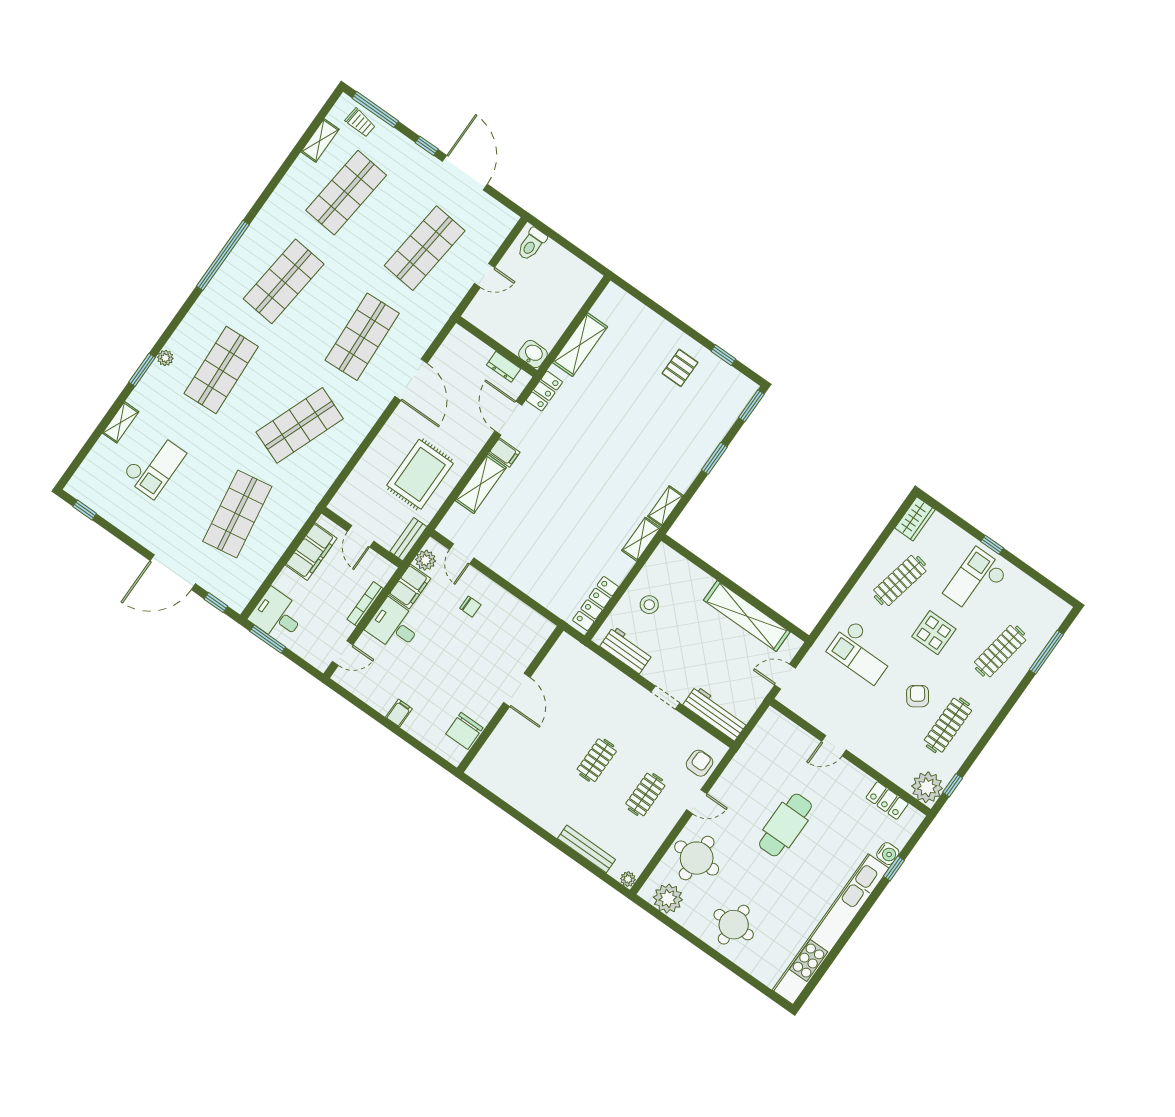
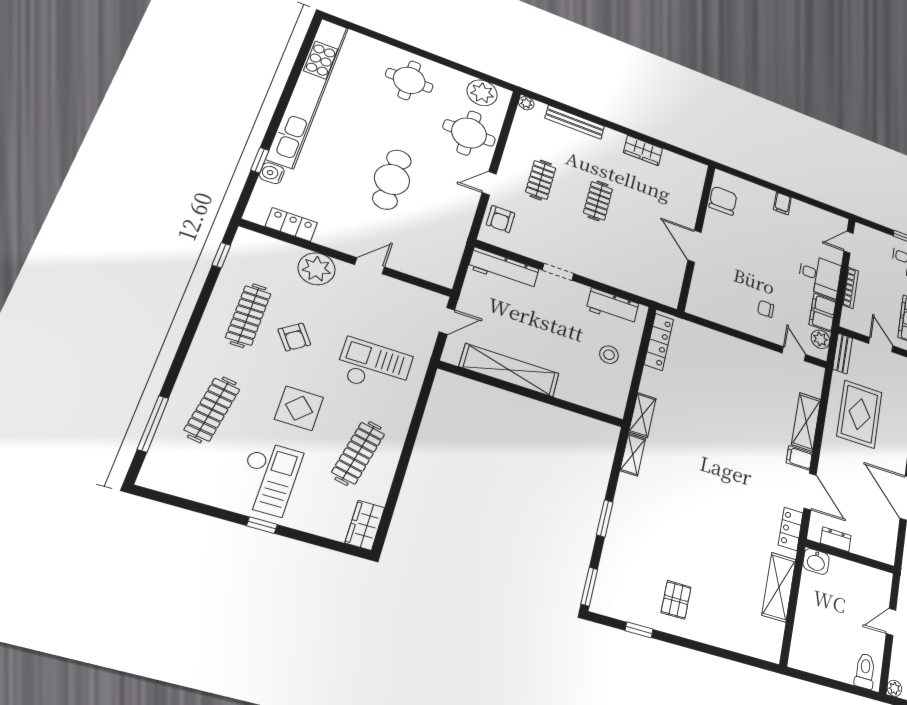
plant: (510, 219) -> (894, 688), added
plant: (927, 787) -> (317, 269), moved
wardrobe: (527, 804) -> (643, 150), added

